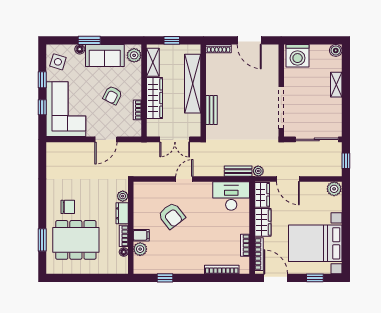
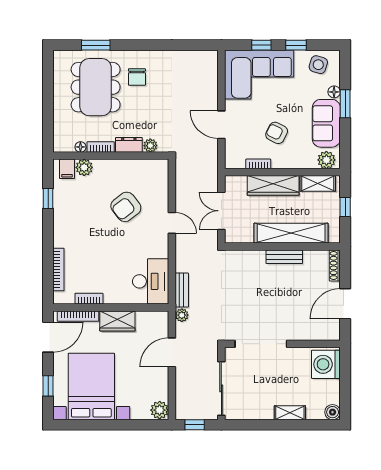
bench: (211, 110) -> (284, 257), moved
wardrobe: (262, 195) -> (152, 320), removed
filing cabinet: (141, 235) -> (67, 169), moved

